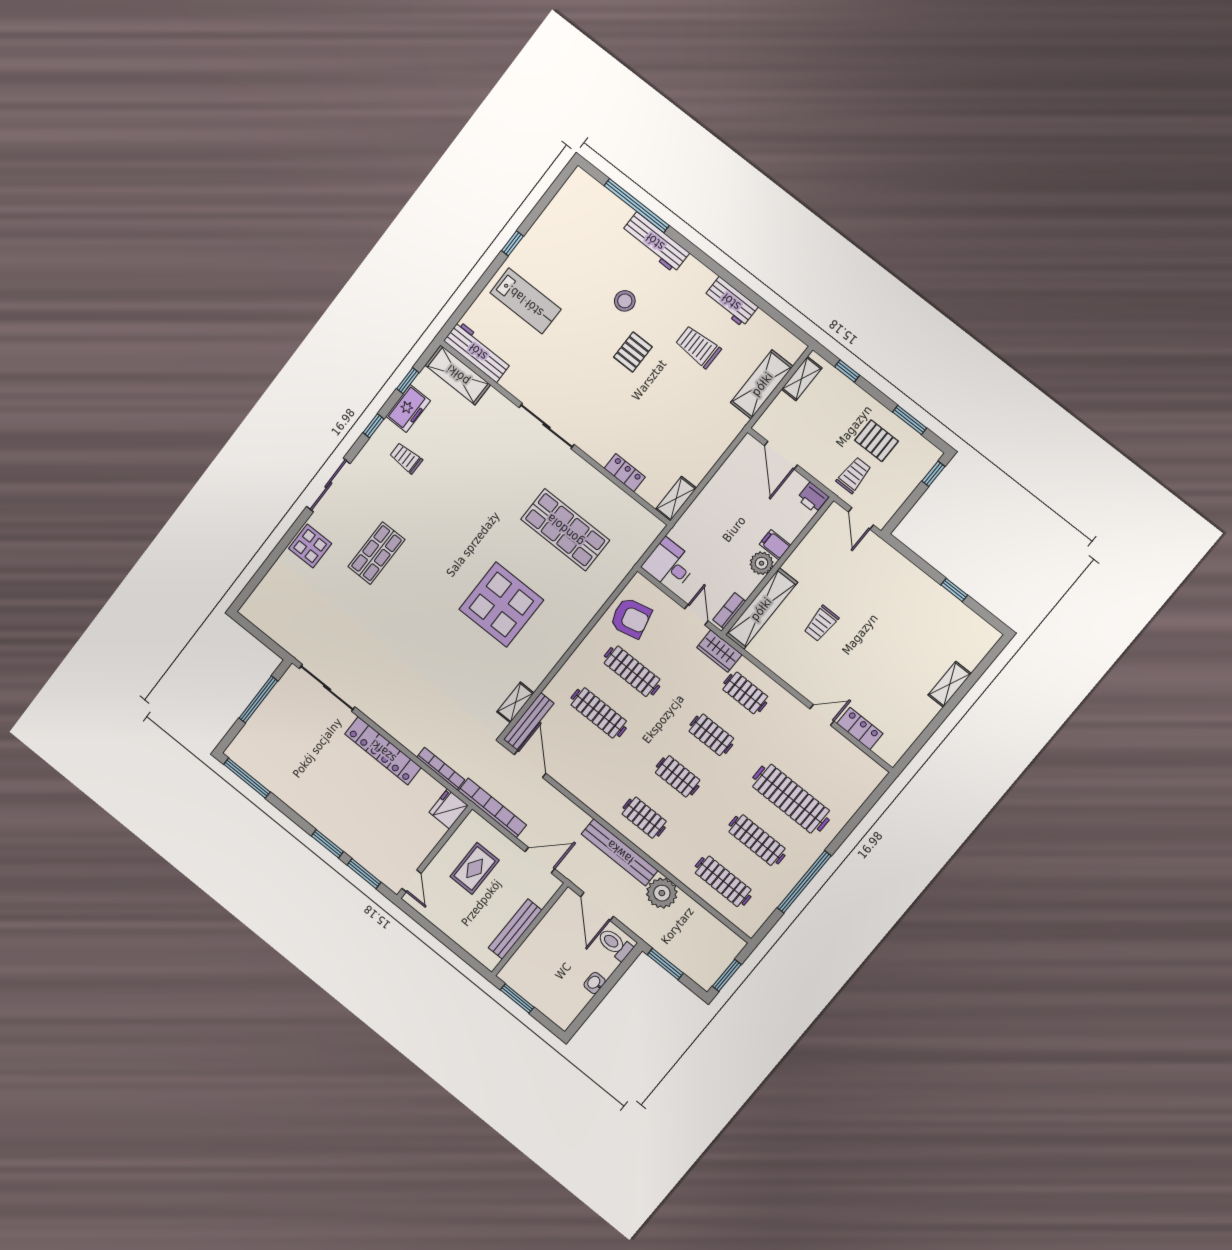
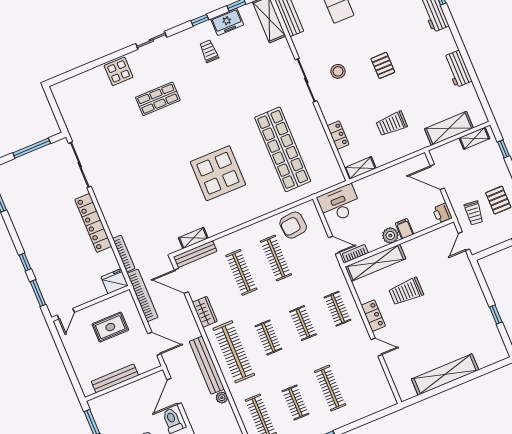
stool: (625, 301) -> (338, 71), moved
trolley: (698, 347) -> (392, 124), moved, turned -90
pallet: (633, 352) -> (383, 65), turned 90
door: (781, 455) -> (437, 177), hinge flipped
trolley: (854, 475) -> (474, 213), turned 96
sliding door: (328, 485) -> (151, 40), width x0.73
shop shelf: (565, 530) -> (283, 149), width x1.40
desk: (670, 565) -> (339, 204), width x1.37
door: (696, 615) -> (334, 245), hinge flipped
armchair: (631, 618) -> (293, 225), turned 97
trolley: (821, 624) -> (406, 291), width x1.36, depth x1.39
wardrobe: (719, 651) -> (205, 312), moved, turned 180
shelving: (950, 684) -> (445, 374), width x2.20, depth x1.33
locker: (860, 728) -> (373, 316), moved
door: (530, 764) -> (181, 281), swing flipped
clothes rail: (791, 799) -> (330, 388), width x0.73, depth x0.76
clothes rail: (644, 818) -> (234, 352), width x1.86, depth x1.31
clothes rail: (757, 840) -> (295, 402), width x0.73
window: (327, 844) -> (25, 262), width x0.67
plant: (662, 893) -> (222, 398), width x0.53, depth x0.53

